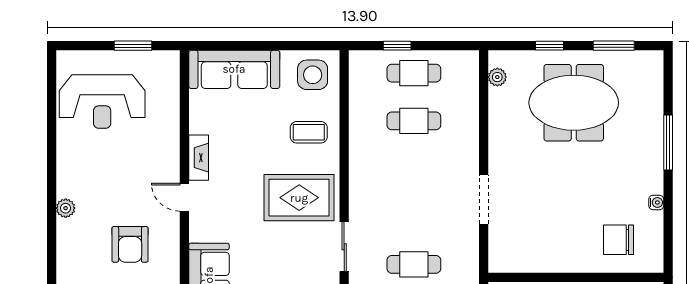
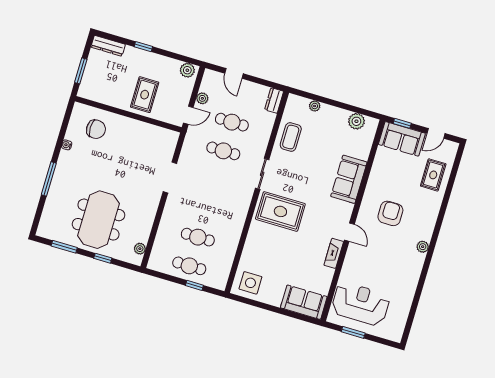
sofa: (234, 69) -> (304, 302), width x0.73
reception desk: (102, 101) -> (360, 304), moved
meeting table: (574, 103) -> (98, 220), turned 90
coffee table: (309, 132) -> (263, 249), removed

